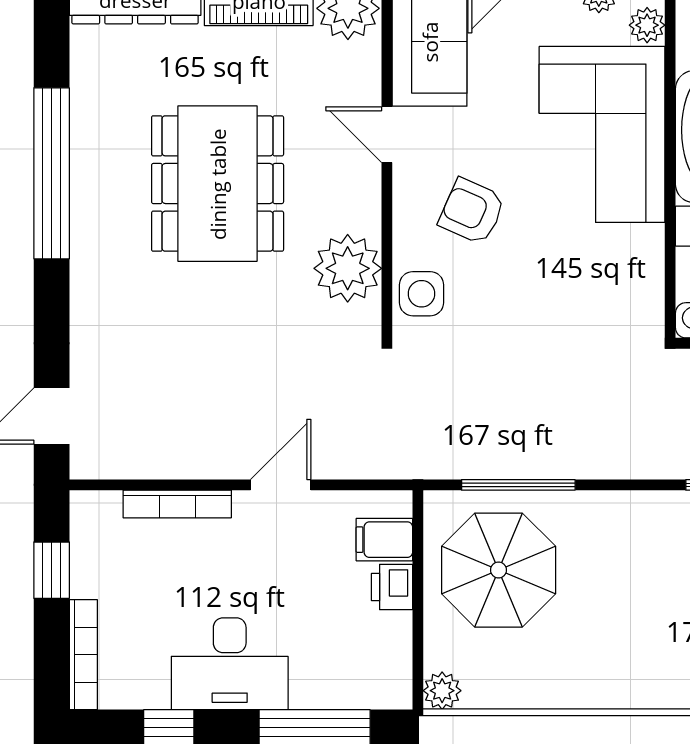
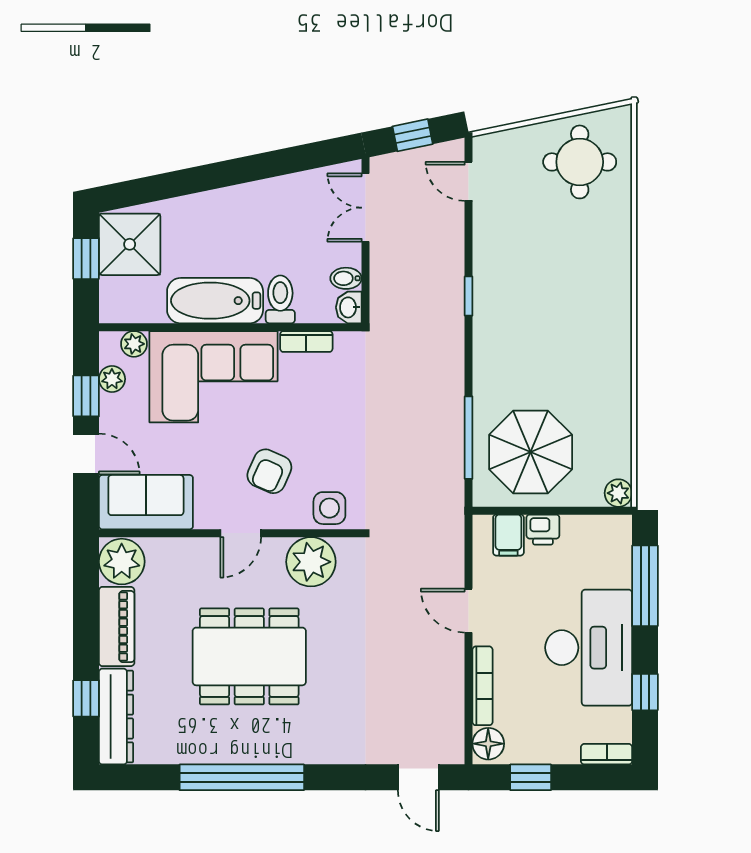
door: (387, 135) -> (241, 533), moved
bookcase: (650, 262) -> (306, 341), added
floor lamp: (98, 512) -> (488, 744), added
bookcase: (83, 655) -> (607, 754), width x0.64
desk: (230, 664) -> (589, 648), width x1.36, depth x1.30

